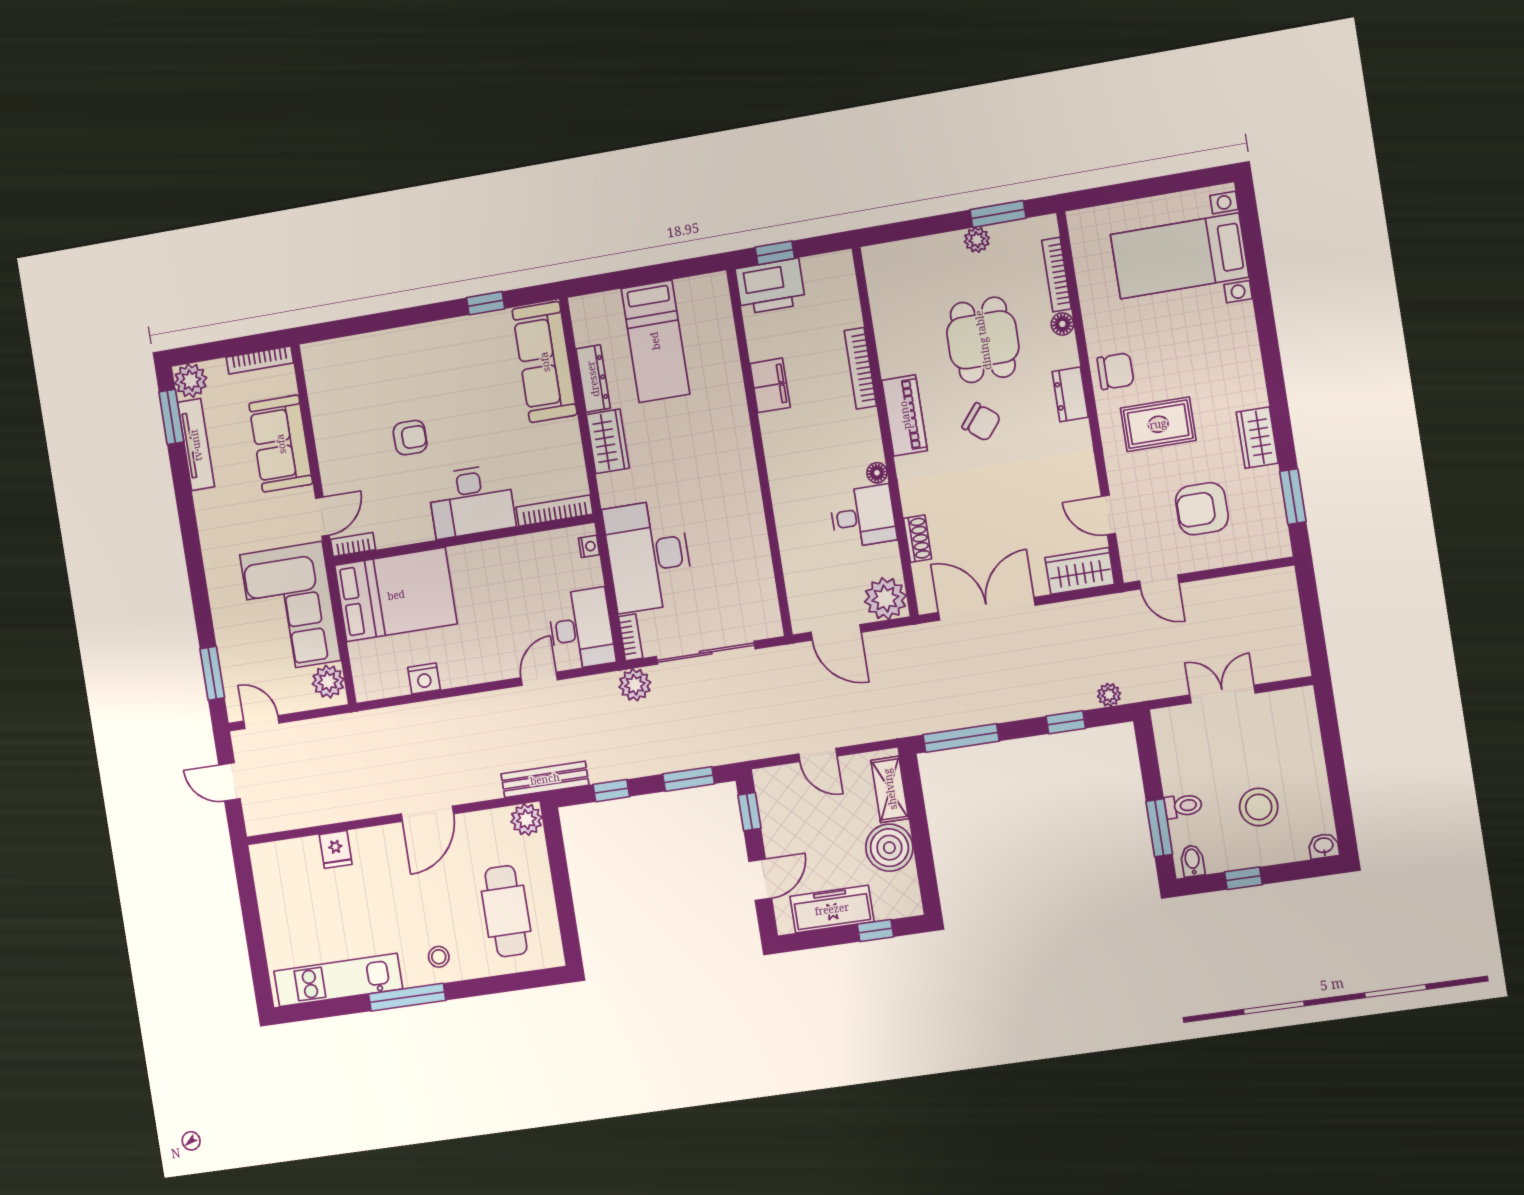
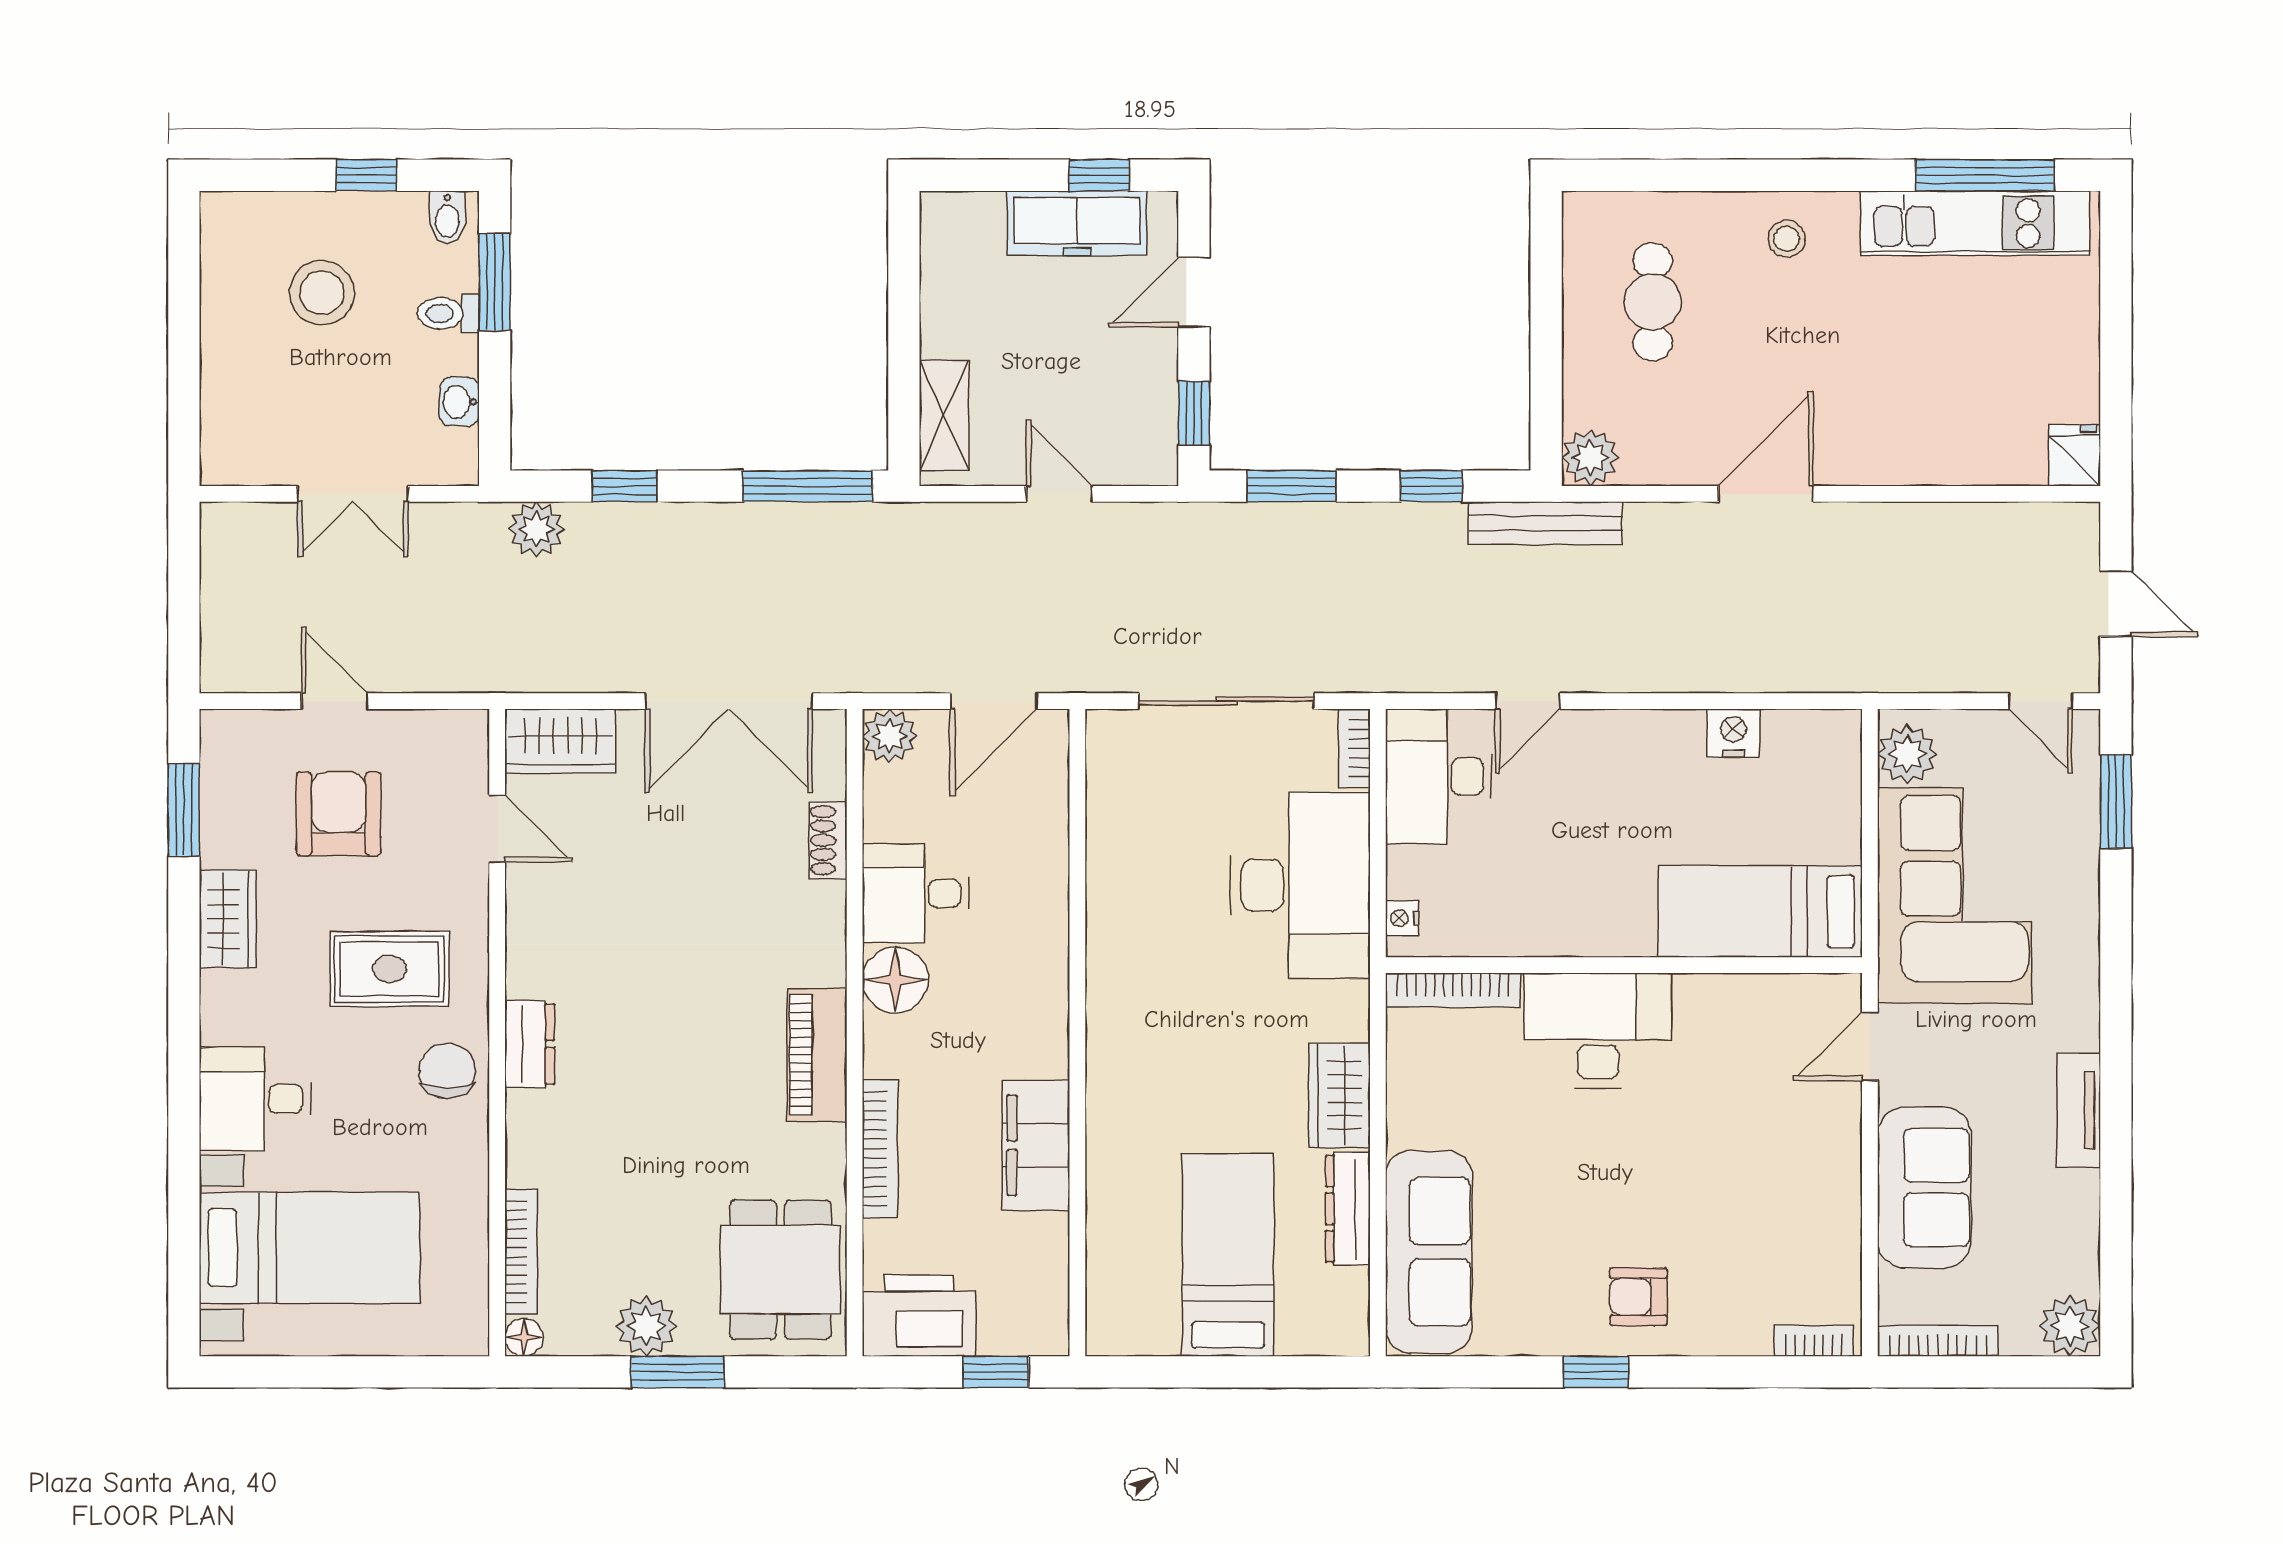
window: (998, 214) -> (677, 1372), moved
plant: (977, 240) -> (646, 1326), width x1.38, depth x1.38
printer: (770, 286) -> (919, 1316), moved
window: (486, 303) -> (1596, 1372), moved
floor lamp: (1062, 324) -> (524, 1337), moved
desk: (1225, 336) -> (255, 1099), added
dining table: (983, 340) -> (781, 1270), moved
chair: (1115, 371) -> (447, 1071), turned 90
filing cabinet: (770, 385) -> (1036, 1145), width x1.50, depth x1.17
window: (171, 417) -> (2116, 1268), removed
chair: (981, 422) -> (687, 1022), removed
armchair: (410, 438) -> (1638, 1297), moved
tv unit: (196, 445) -> (2079, 1110), moved, width x0.71
floor lamp: (877, 473) -> (895, 980), width x1.89, depth x1.89
armchair: (1202, 509) -> (339, 814), turned -90
bookcase: (353, 545) -> (1814, 1341), moved, turned 180
door: (1159, 582) -> (334, 701), moved
bed: (396, 595) -> (1760, 912), width x0.67
plant: (885, 599) -> (890, 736), width x0.73, depth x0.73
door: (836, 632) -> (994, 701), swing flipped
plant: (635, 685) -> (1360, 665), removed
plant: (1109, 695) -> (536, 529), width x1.38, depth x1.38
washbasin: (1324, 846) -> (459, 402), moved, turned 90
boiler: (889, 848) -> (961, 315), removed
fridge: (336, 849) -> (2075, 455), moved
cafe table: (506, 911) -> (1653, 302), width x0.73, depth x0.74
window: (875, 931) -> (1099, 175), moved
window: (407, 997) -> (1985, 175), moved

